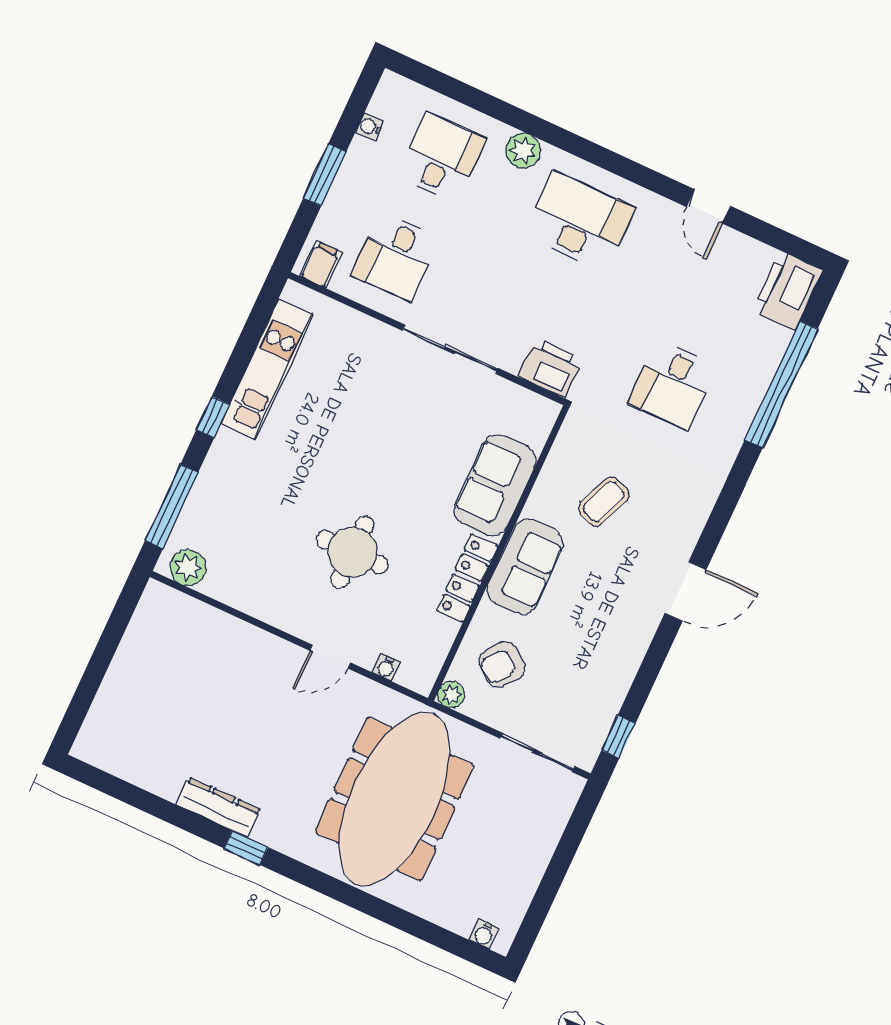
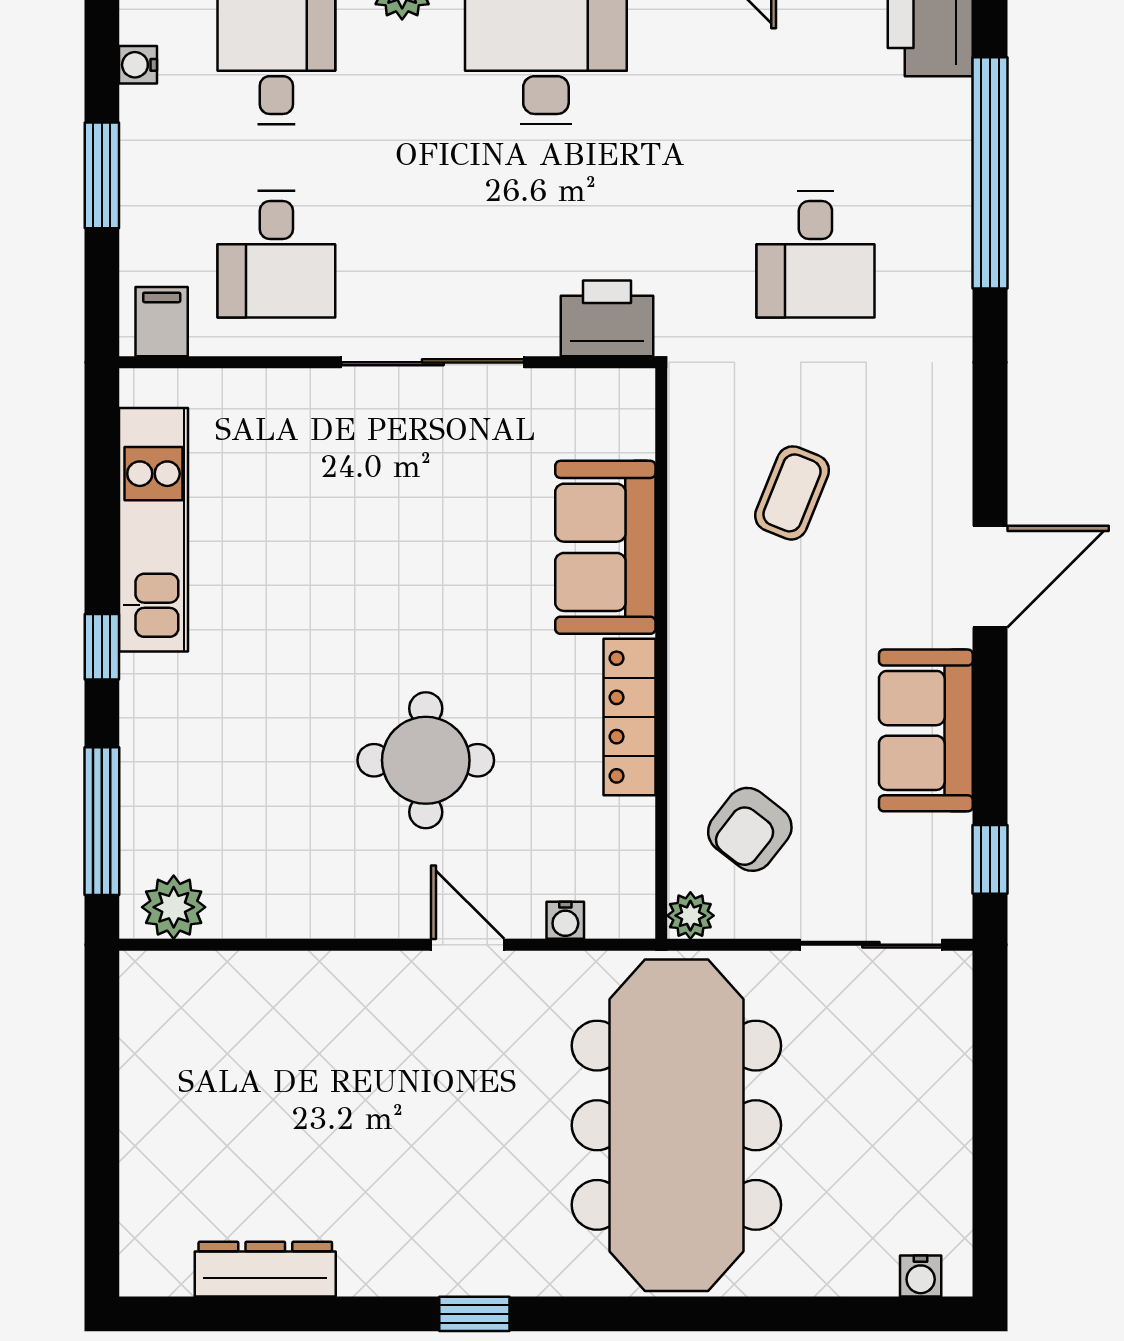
sofa: (525, 567) -> (926, 730), moved, turned 180
door: (330, 657) -> (468, 945), swing flipped
dresser: (219, 807) -> (265, 1269), moved

